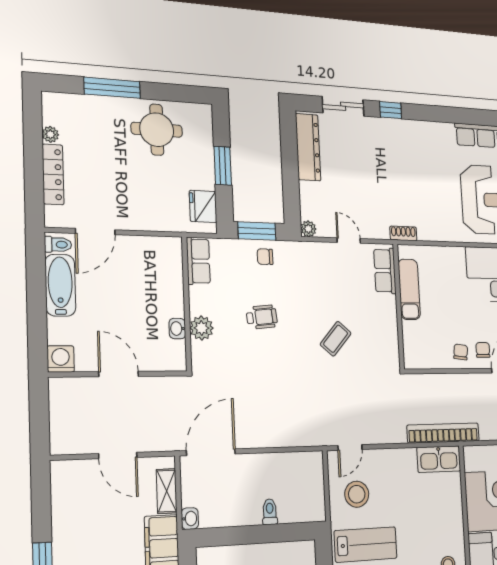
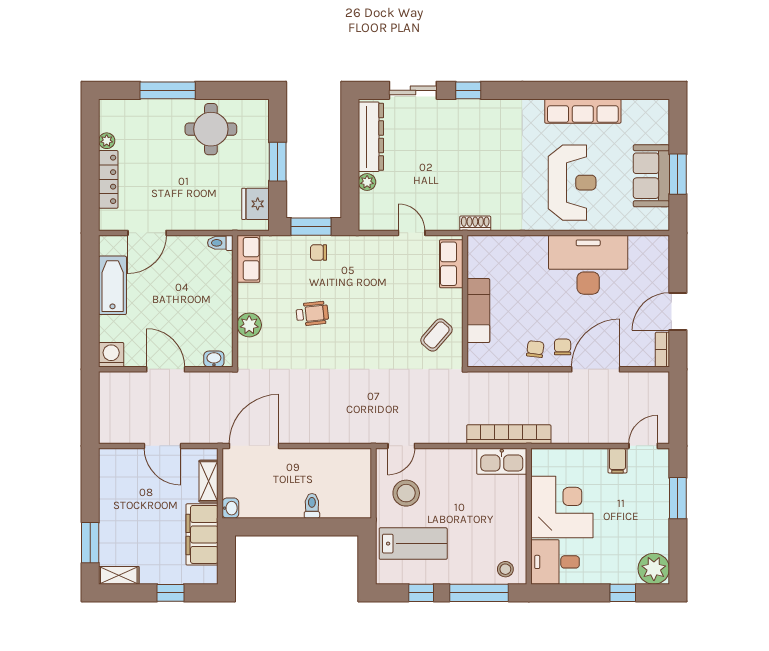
plant: (308, 229) -> (367, 182), moved
toilet: (58, 244) -> (220, 243), moved, turned 180
exam couch: (409, 289) -> (478, 310), moved
washbasin: (177, 329) -> (214, 359), moved, turned 90
coffee table: (336, 339) -> (436, 335), moved

